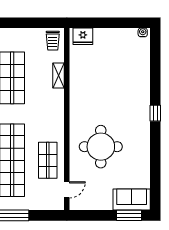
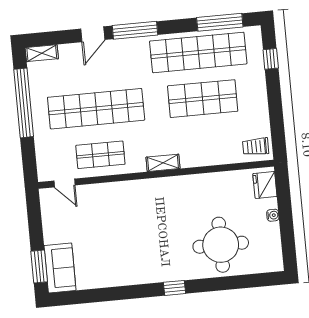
water cooler: (143, 32) -> (273, 215), moved
shelving: (59, 76) -> (163, 163), moved
round table: (101, 147) -> (221, 245), moved

